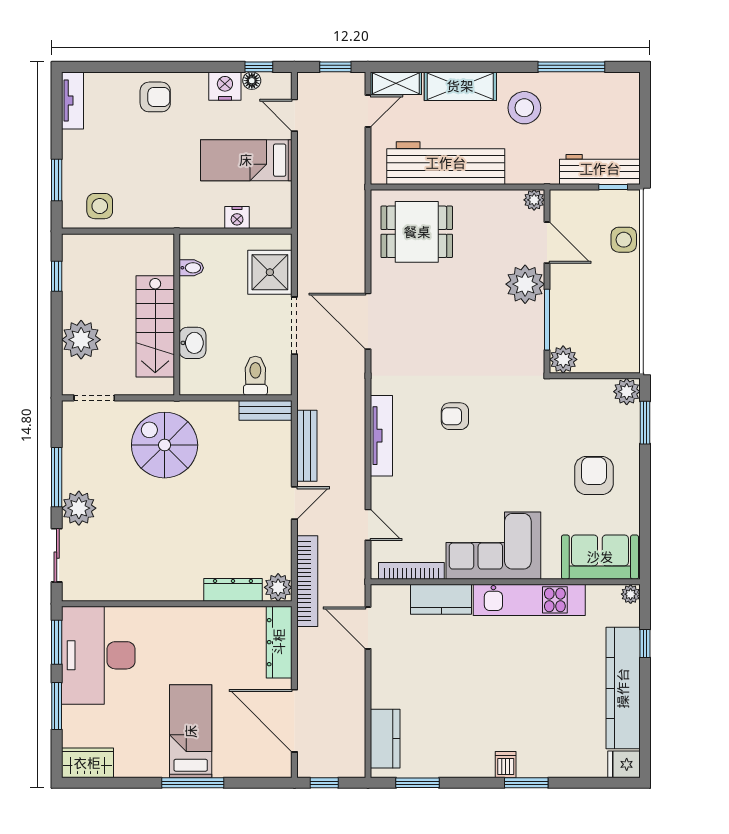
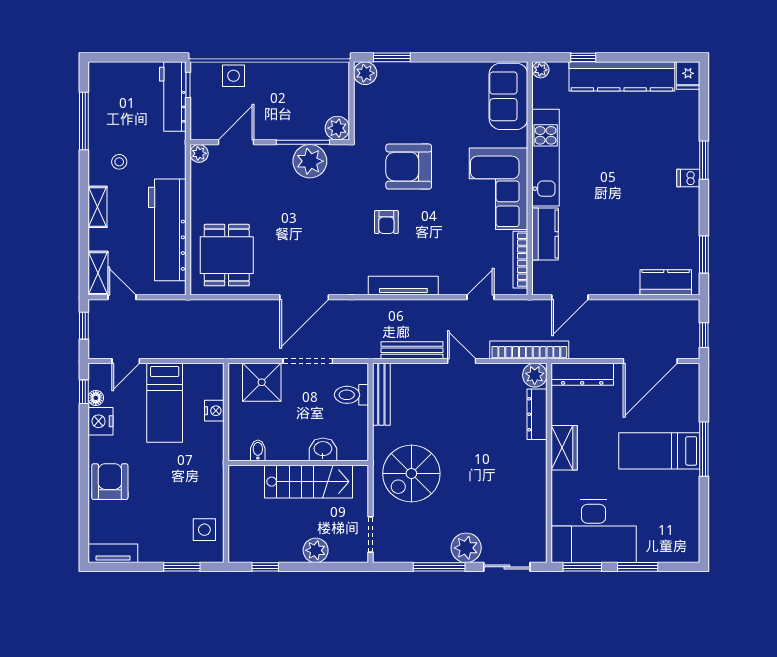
shelving: (460, 86) -> (97, 207), width x0.67, depth x0.75
armchair: (155, 97) -> (110, 482), width x1.38, depth x1.38
stool: (524, 108) -> (119, 162), width x0.53, depth x0.53
plant: (525, 284) -> (310, 161), moved
plant: (81, 340) -> (316, 550), width x0.73, depth x0.73
bench: (266, 410) -> (381, 394), width x1.36
armchair: (594, 476) -> (409, 167), moved, width x1.36, depth x1.36
wardrobe: (87, 763) -> (564, 448), moved, turned 180

